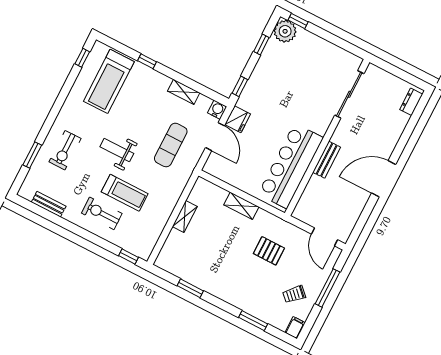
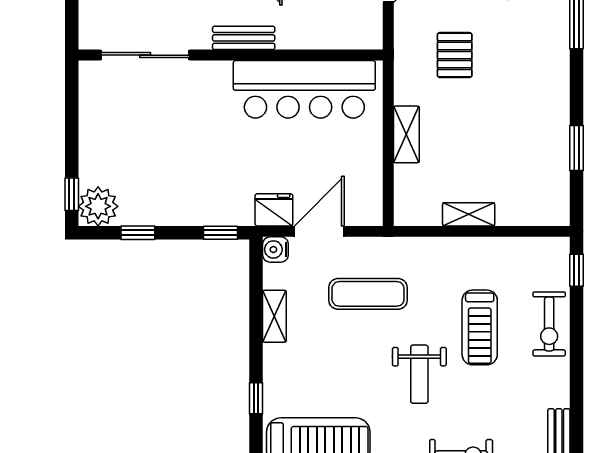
bench: (327, 160) -> (244, 38), moved
treadmill: (125, 193) -> (480, 327), turned 180
exercise bike: (102, 213) -> (549, 324), moved

